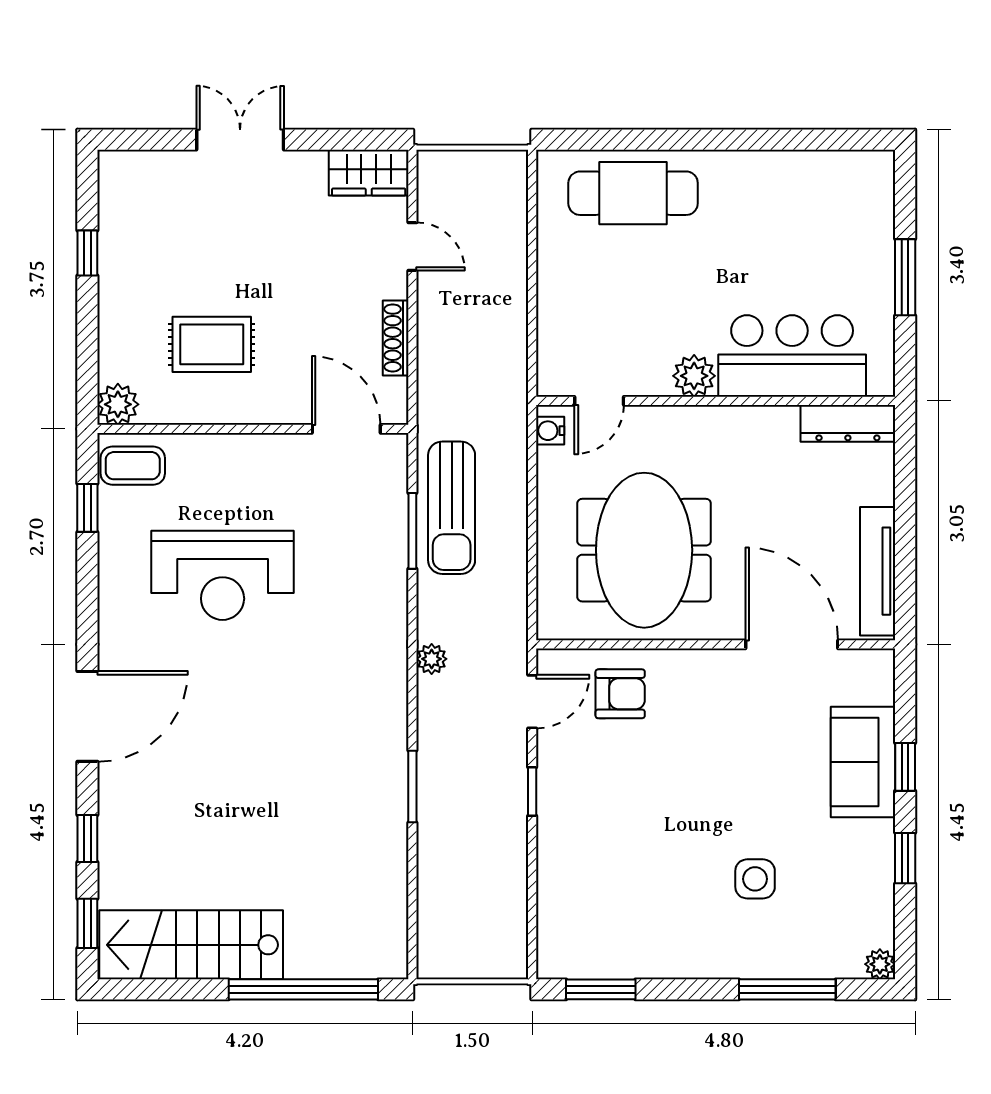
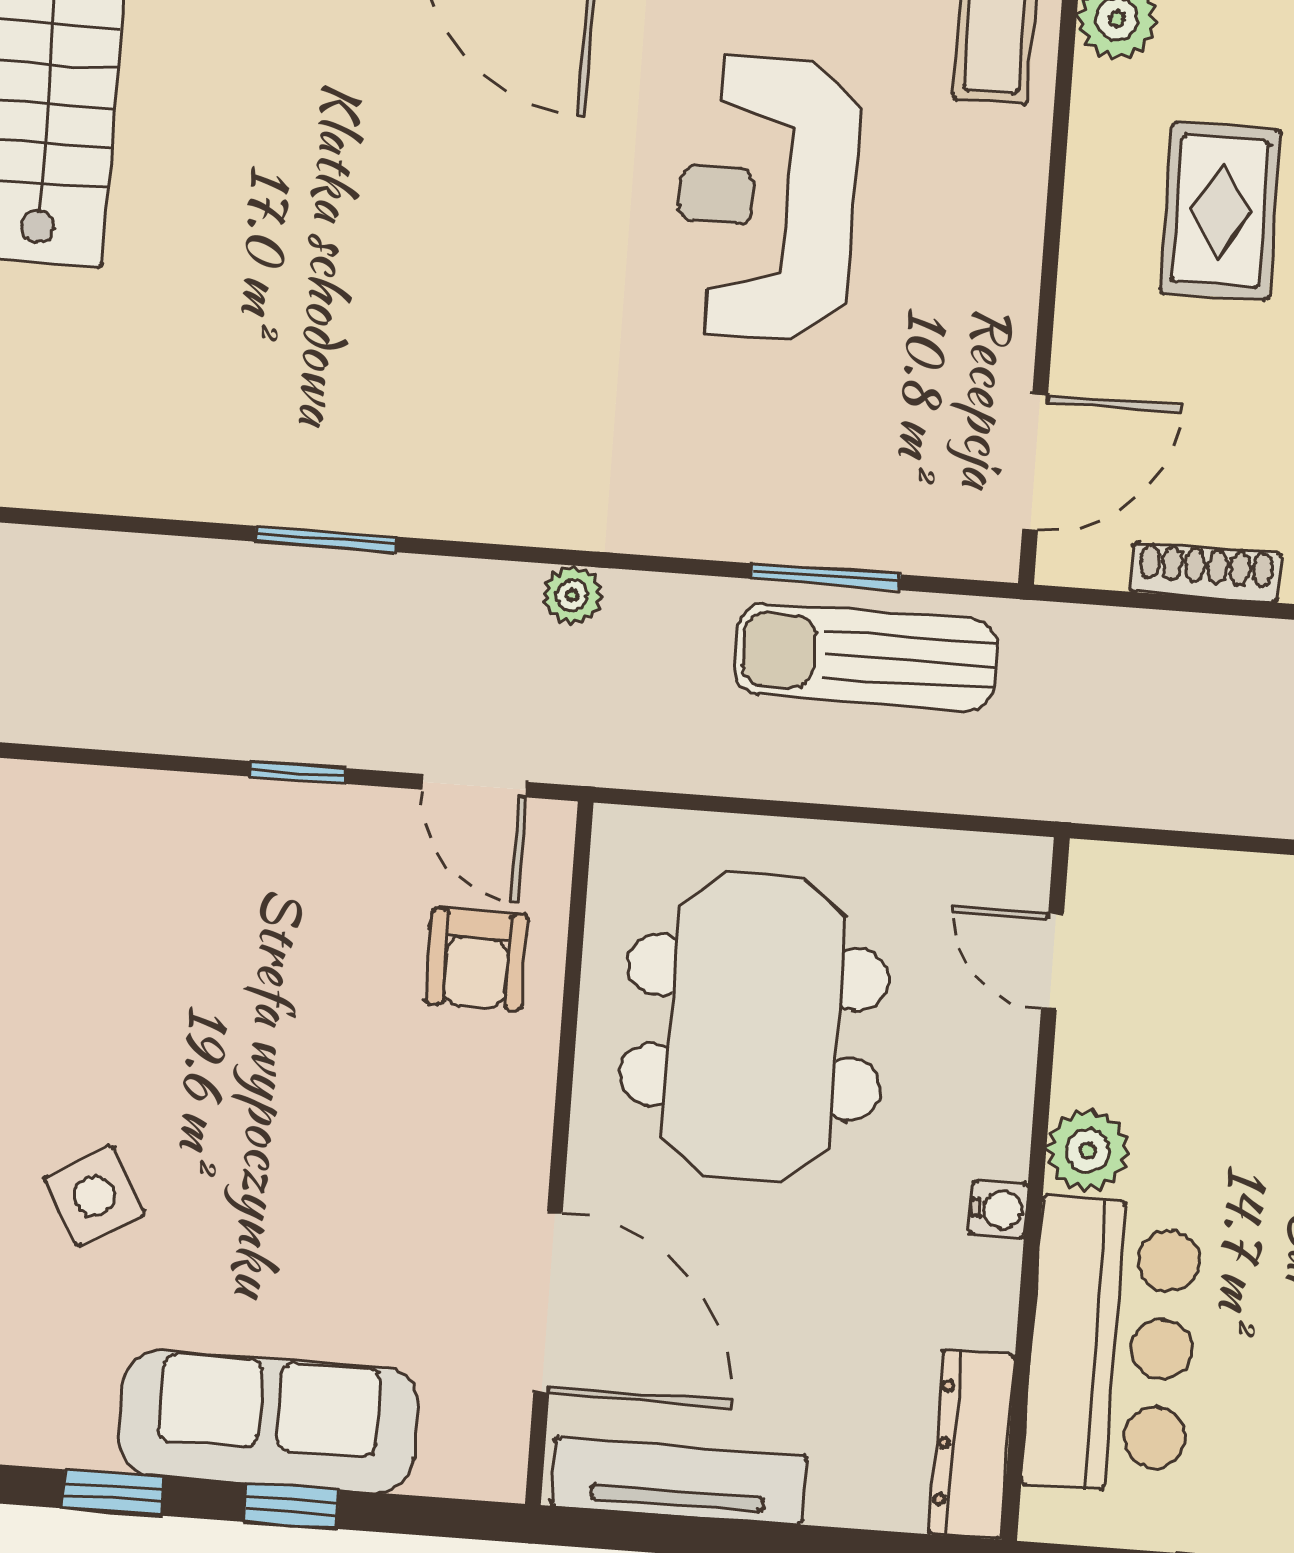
water cooler: (550, 431) -> (999, 1209), moved, turned 90
meeting table: (644, 550) -> (754, 1027), turned 90
door: (792, 644) -> (548, 1302), hinge flipped
sofa: (863, 762) -> (268, 1421), width x1.36
side table: (755, 879) -> (95, 1196), turned -30

